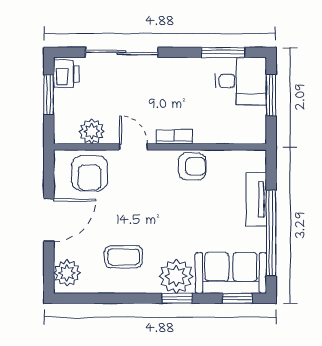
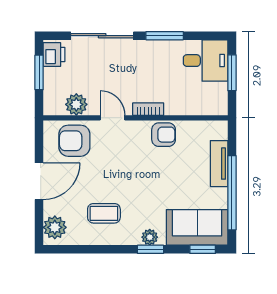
window: (223, 52) -> (165, 36), moved
armchair: (90, 173) -> (74, 141), turned 90
plant: (176, 276) -> (150, 237), width x0.53, depth x0.53

